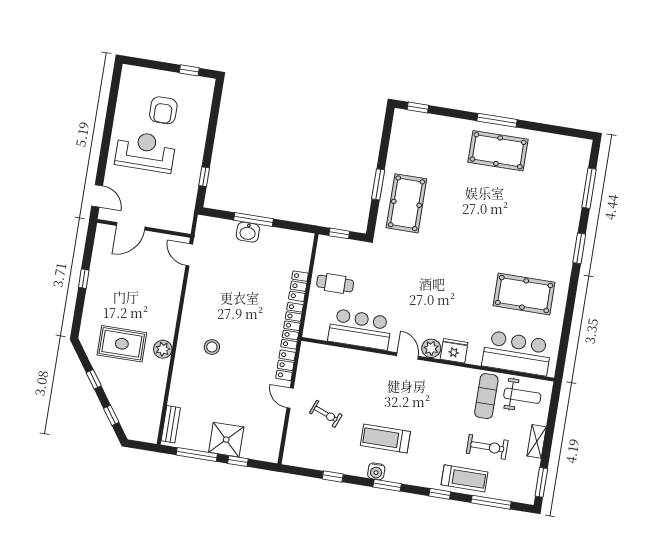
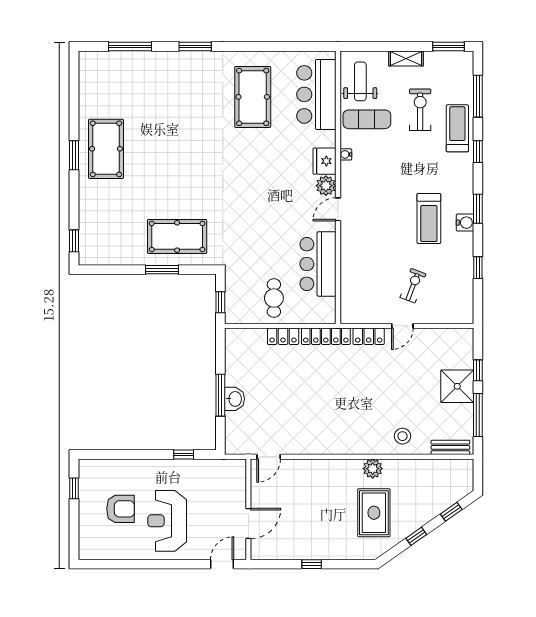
window: (497, 120) -> (74, 155), width x0.69
door: (131, 226) -> (248, 523), hinge flipped
stool: (212, 347) -> (402, 436), moved
water cooler: (457, 371) -> (346, 154), added

